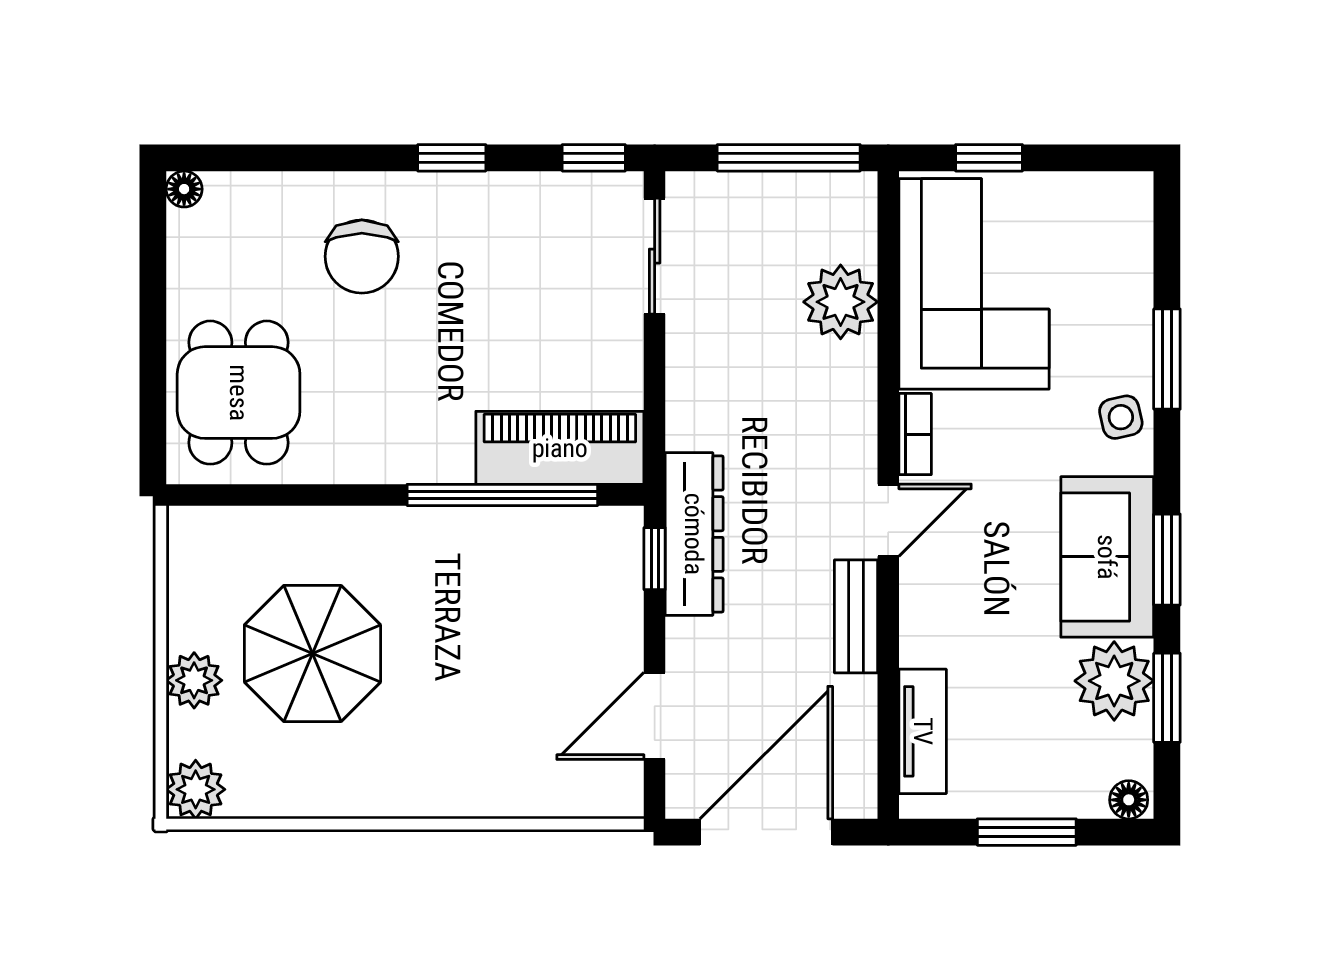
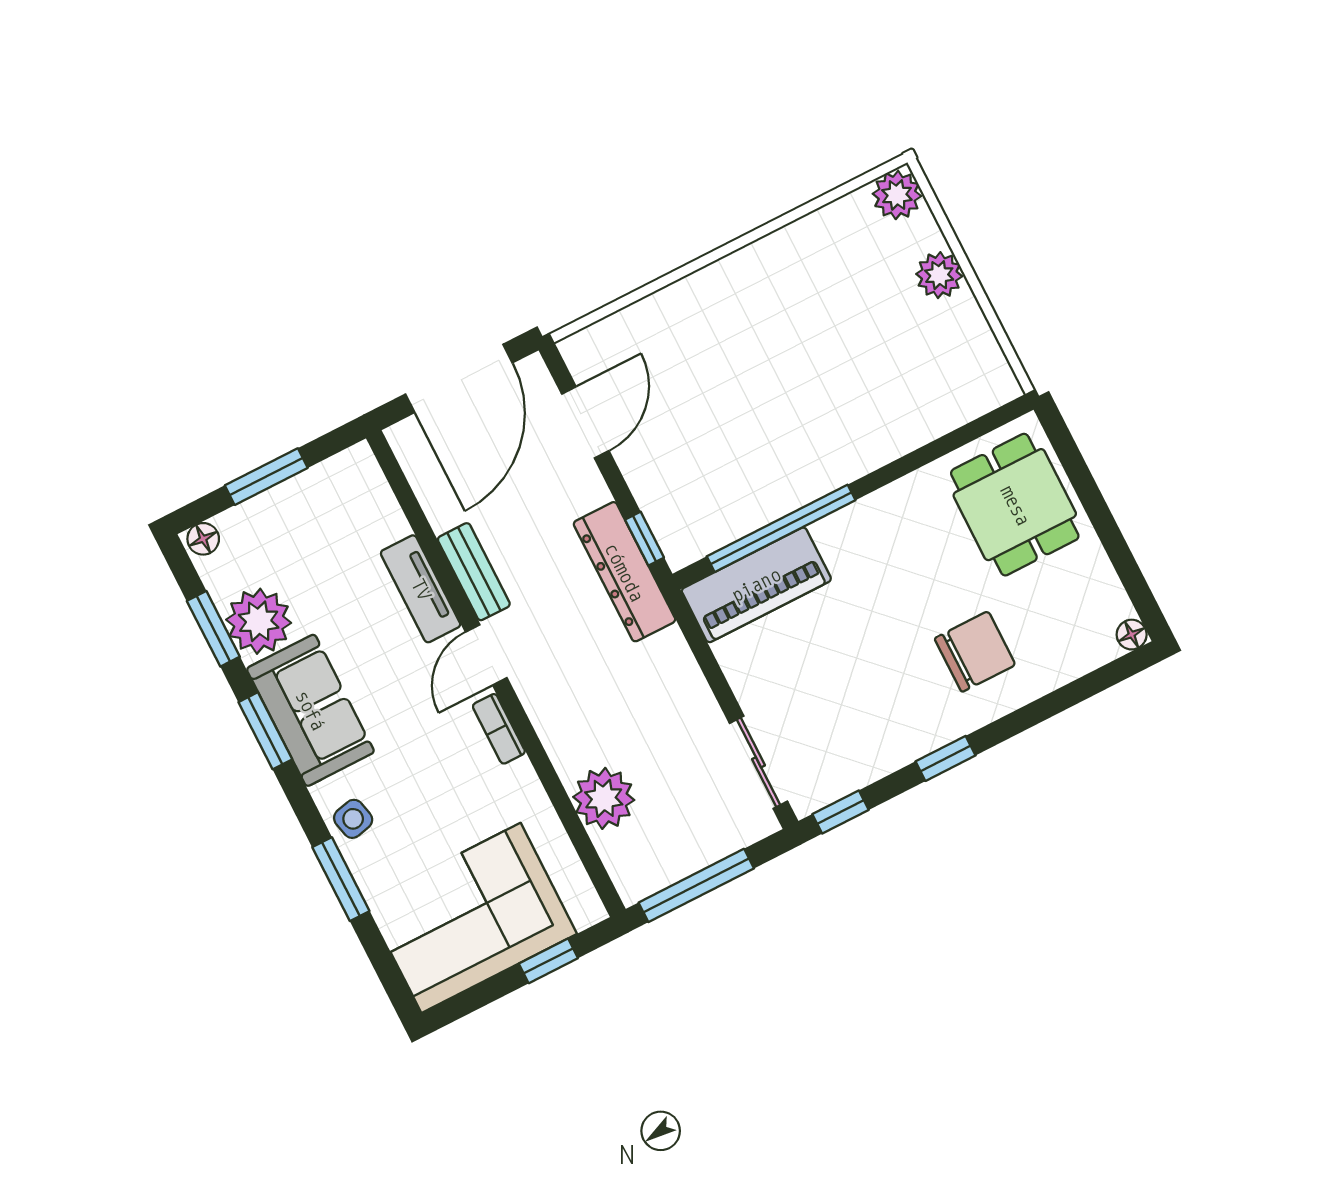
chair: (362, 256) -> (975, 652), turned 90
corner sofa: (974, 284) -> (471, 918), moved, turned 90
parasol: (312, 653) -> (862, 339), removed
tv unit: (923, 731) -> (421, 589), moved

